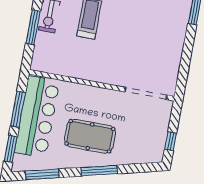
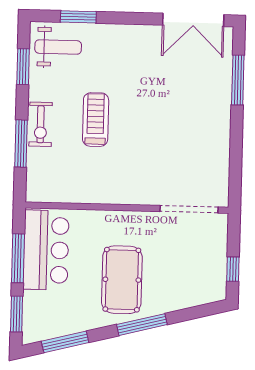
bar counter: (37, 117) -> (46, 250), width x0.73
pool table: (90, 136) -> (122, 280), turned 90

